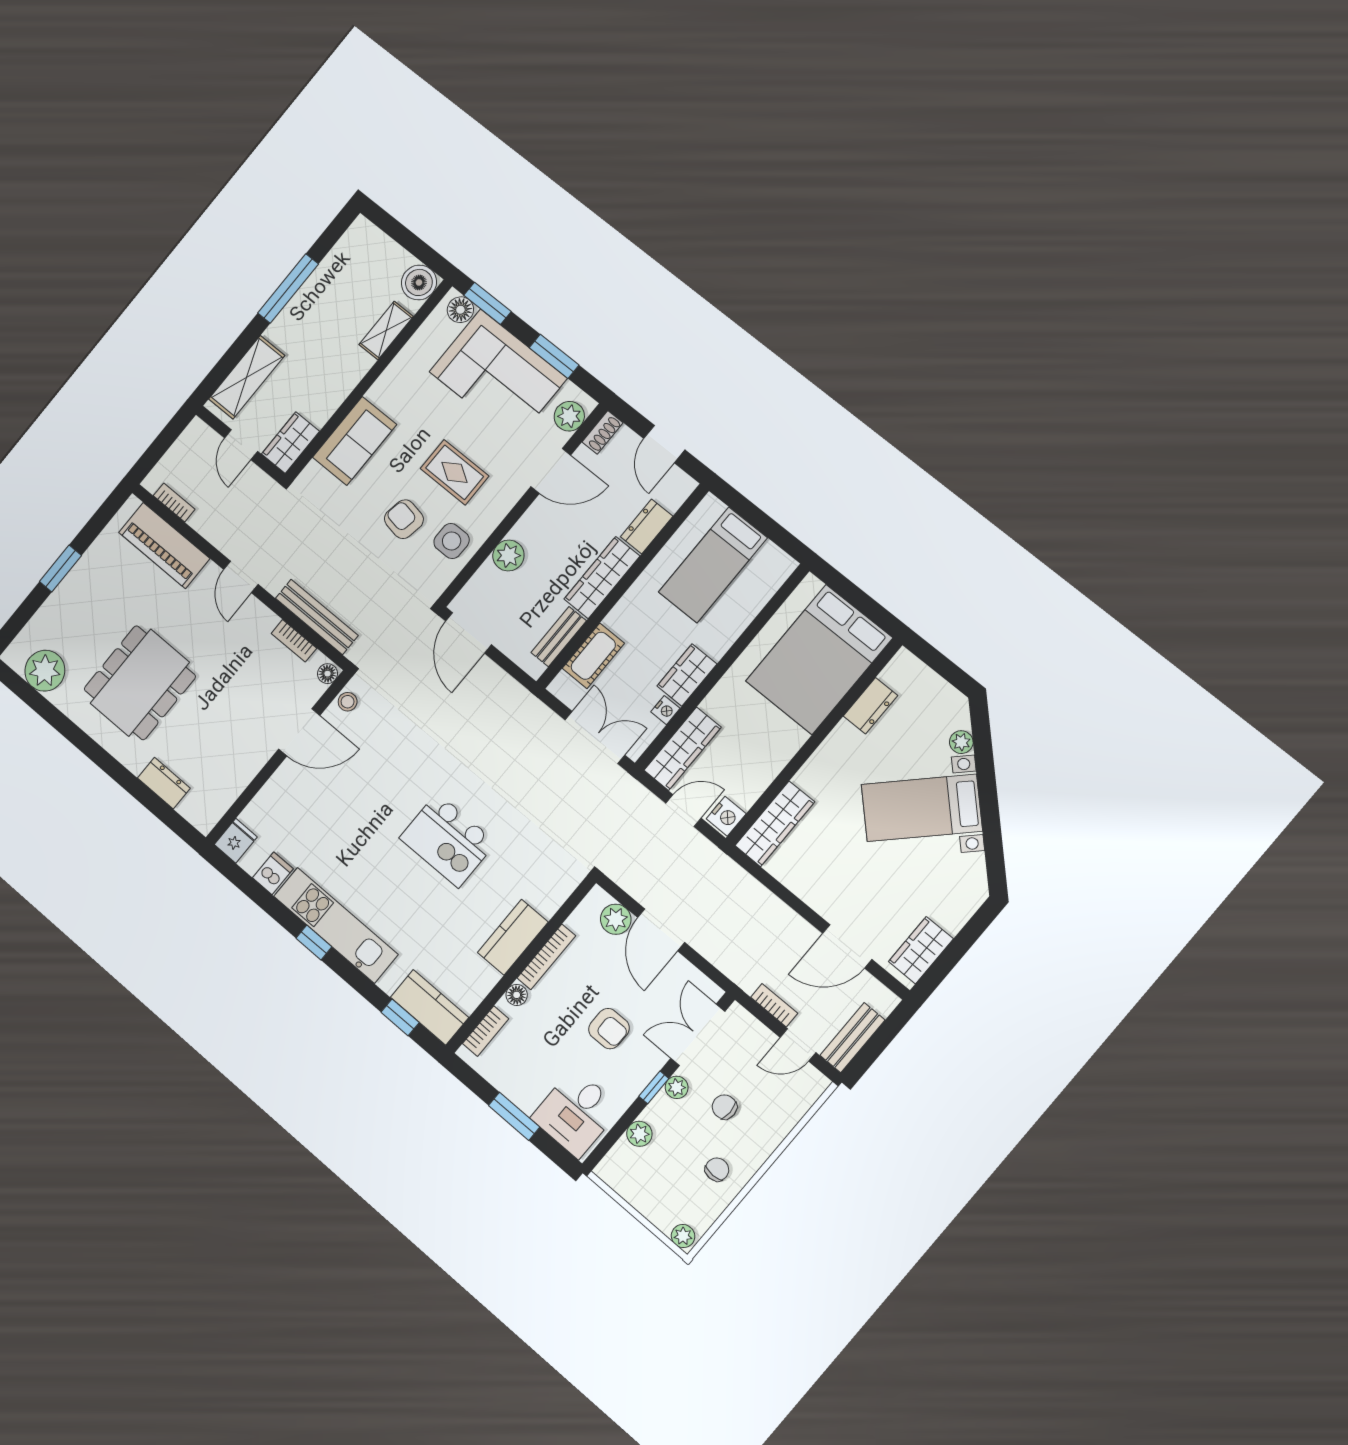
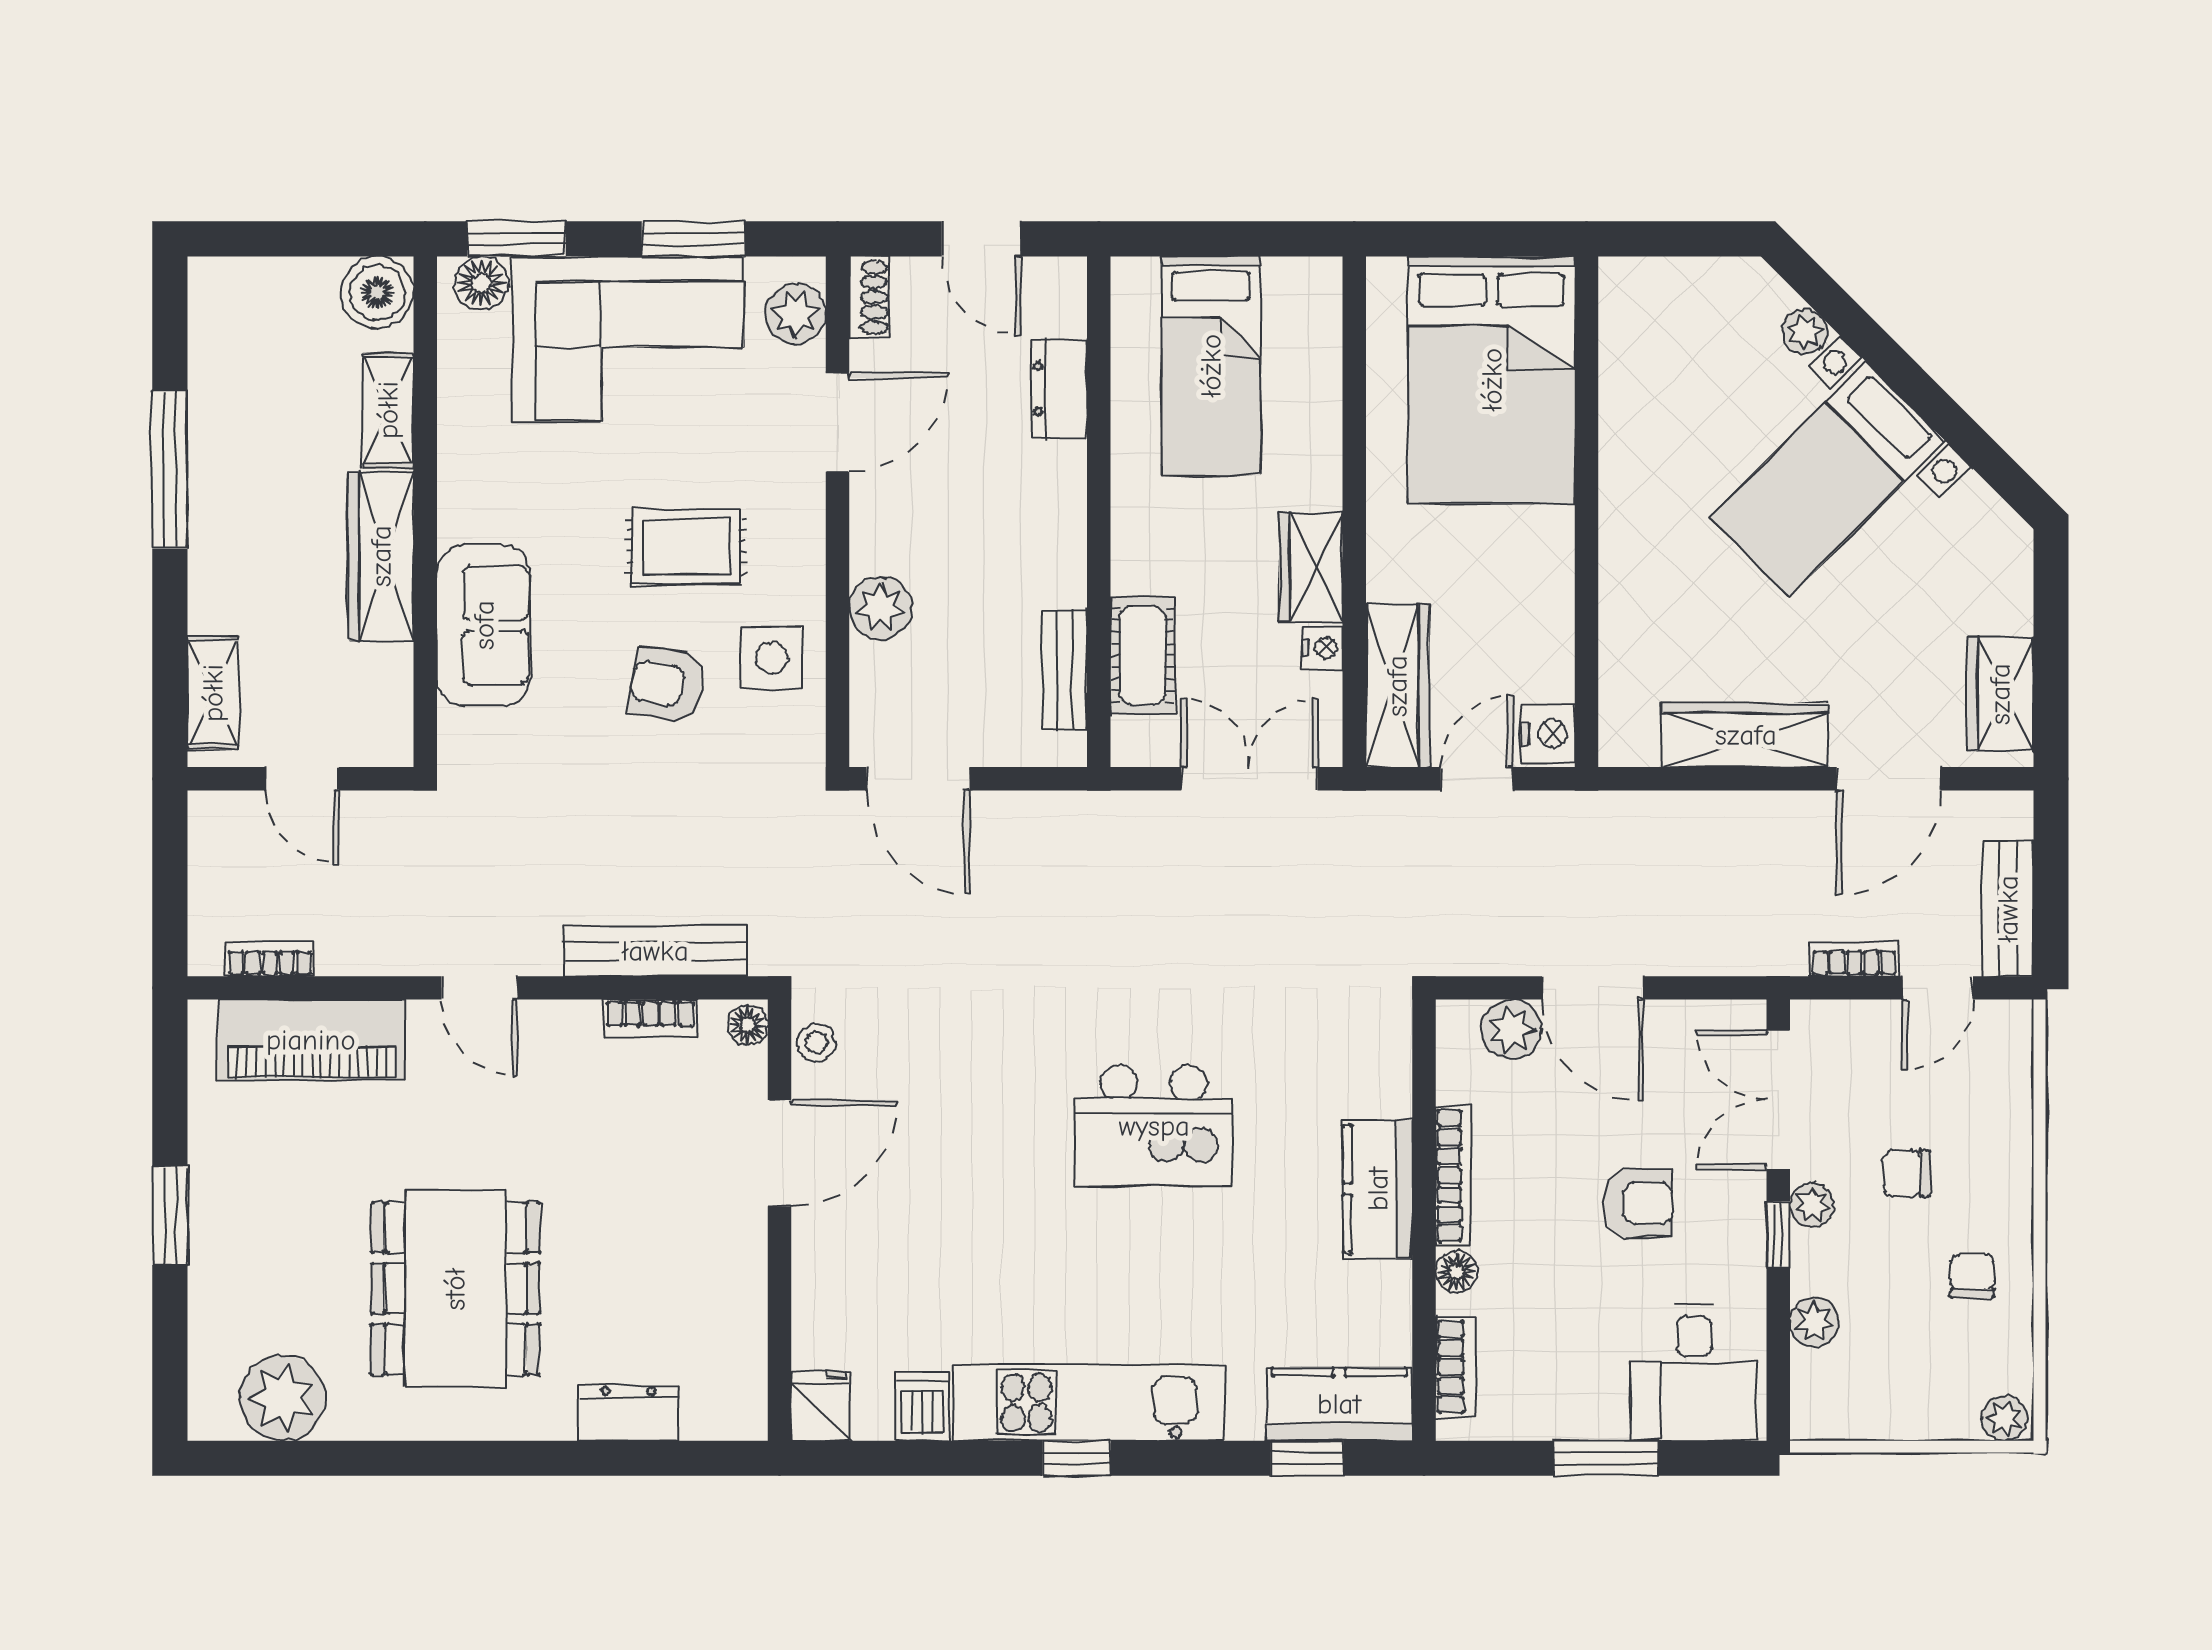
shelving: (247, 377) -> (213, 693), width x0.67, depth x0.75
wardrobe: (291, 443) -> (381, 556), moved, width x1.50
wardrobe: (602, 578) -> (1056, 524), removed
dresser: (871, 706) -> (1626, 387), removed
wardrobe: (775, 824) -> (1746, 735), moved, turned -90

